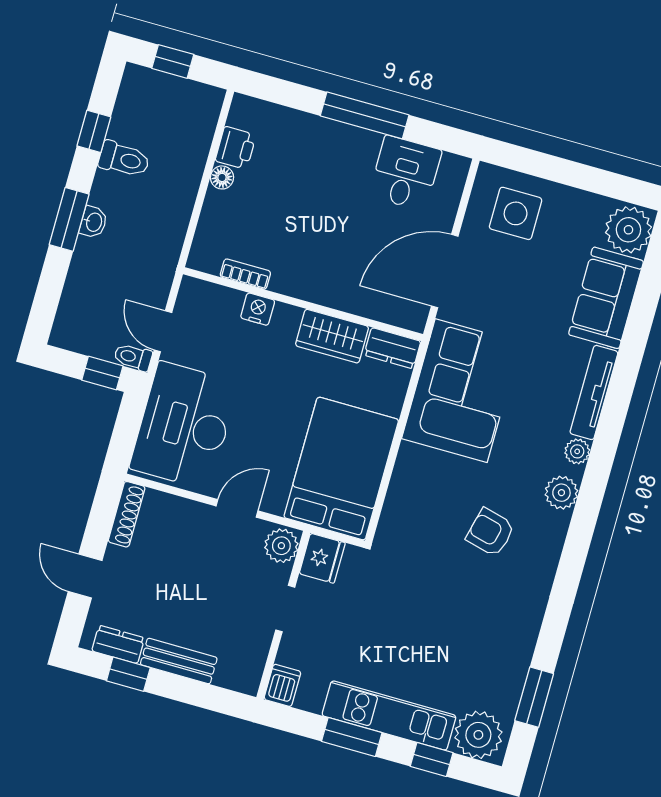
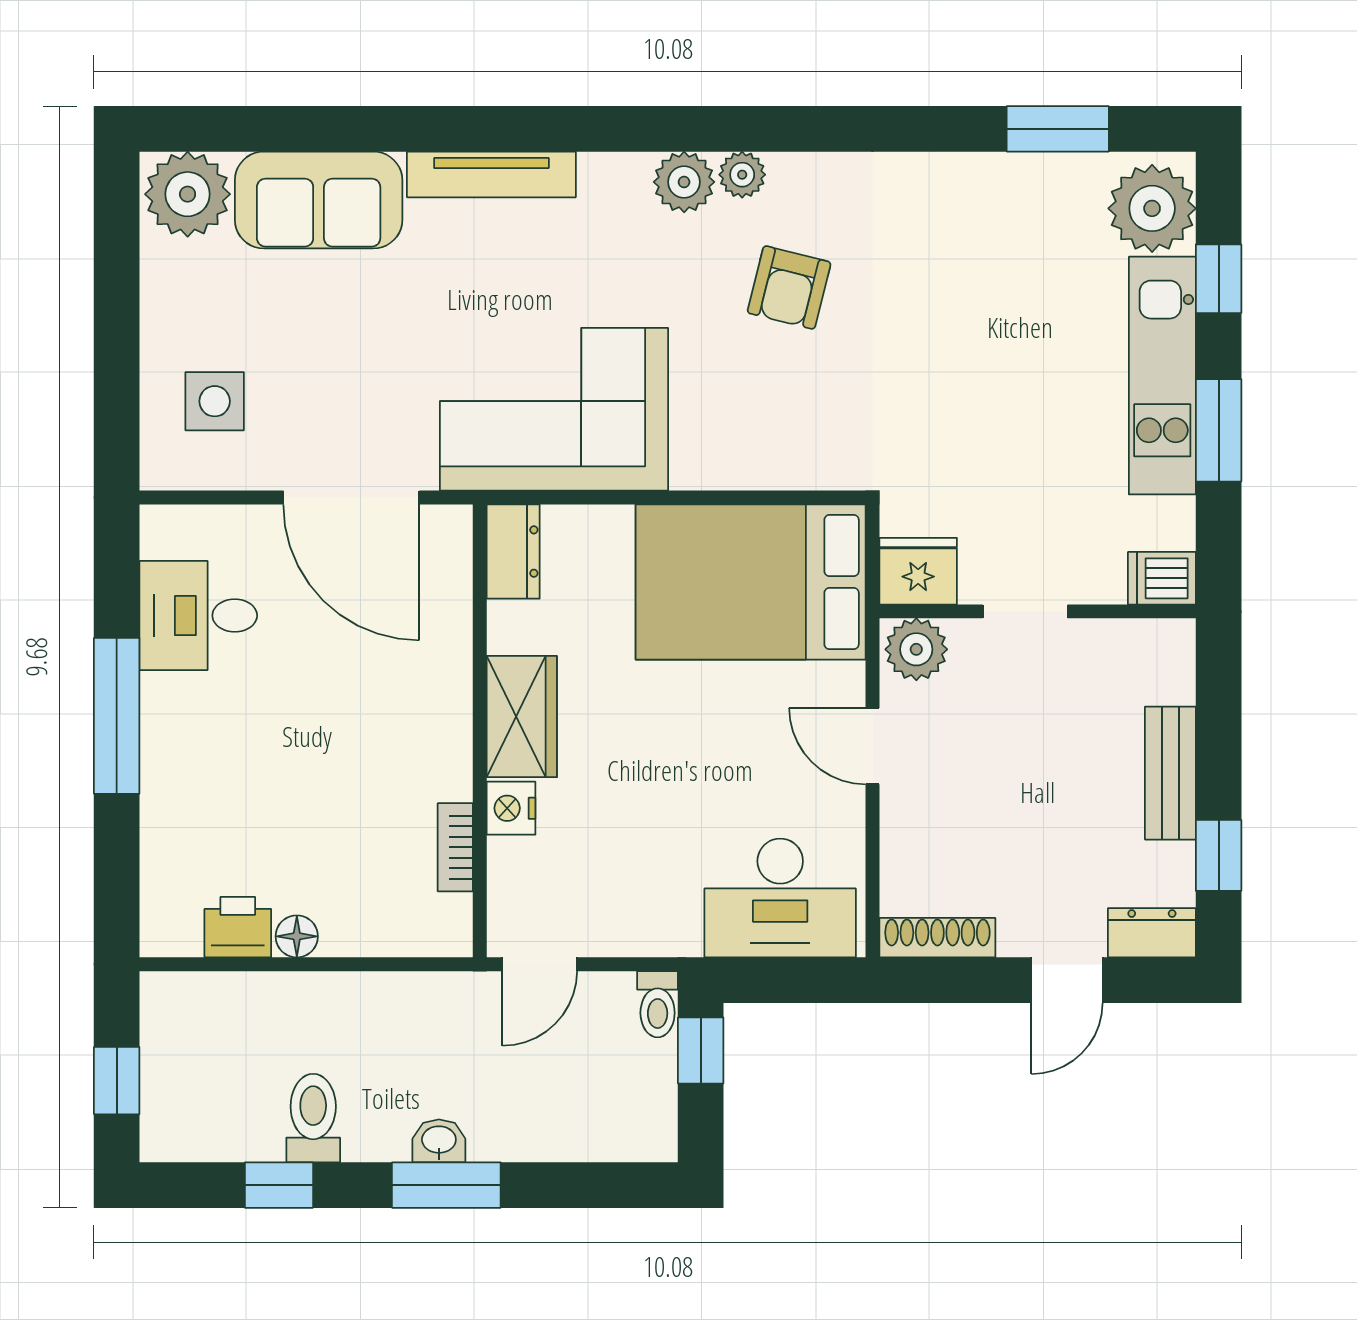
side table: (516, 213) -> (215, 401), width x0.73, depth x0.73
door: (163, 331) -> (540, 964), moved
wardrobe: (332, 336) -> (522, 717), moved
desk: (184, 426) -> (780, 898), width x0.73, depth x0.77
plant: (577, 451) -> (742, 175), moved
dresser: (118, 644) -> (1152, 933), moved, turned 90

